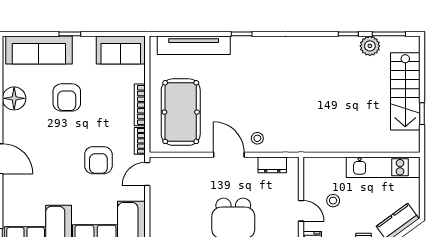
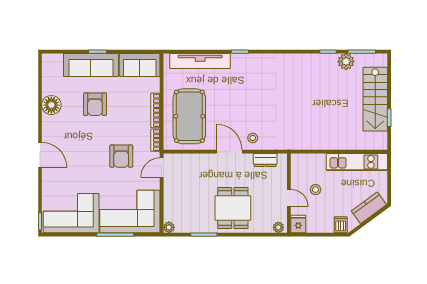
sofa: (39, 50) -> (91, 65), moved

